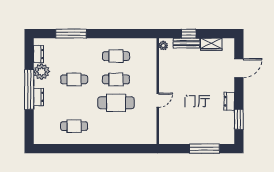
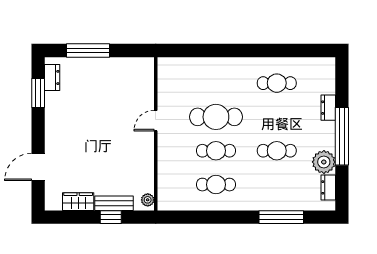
dresser: (39, 97) -> (328, 108), moved
dresser: (229, 101) -> (52, 77), moved

